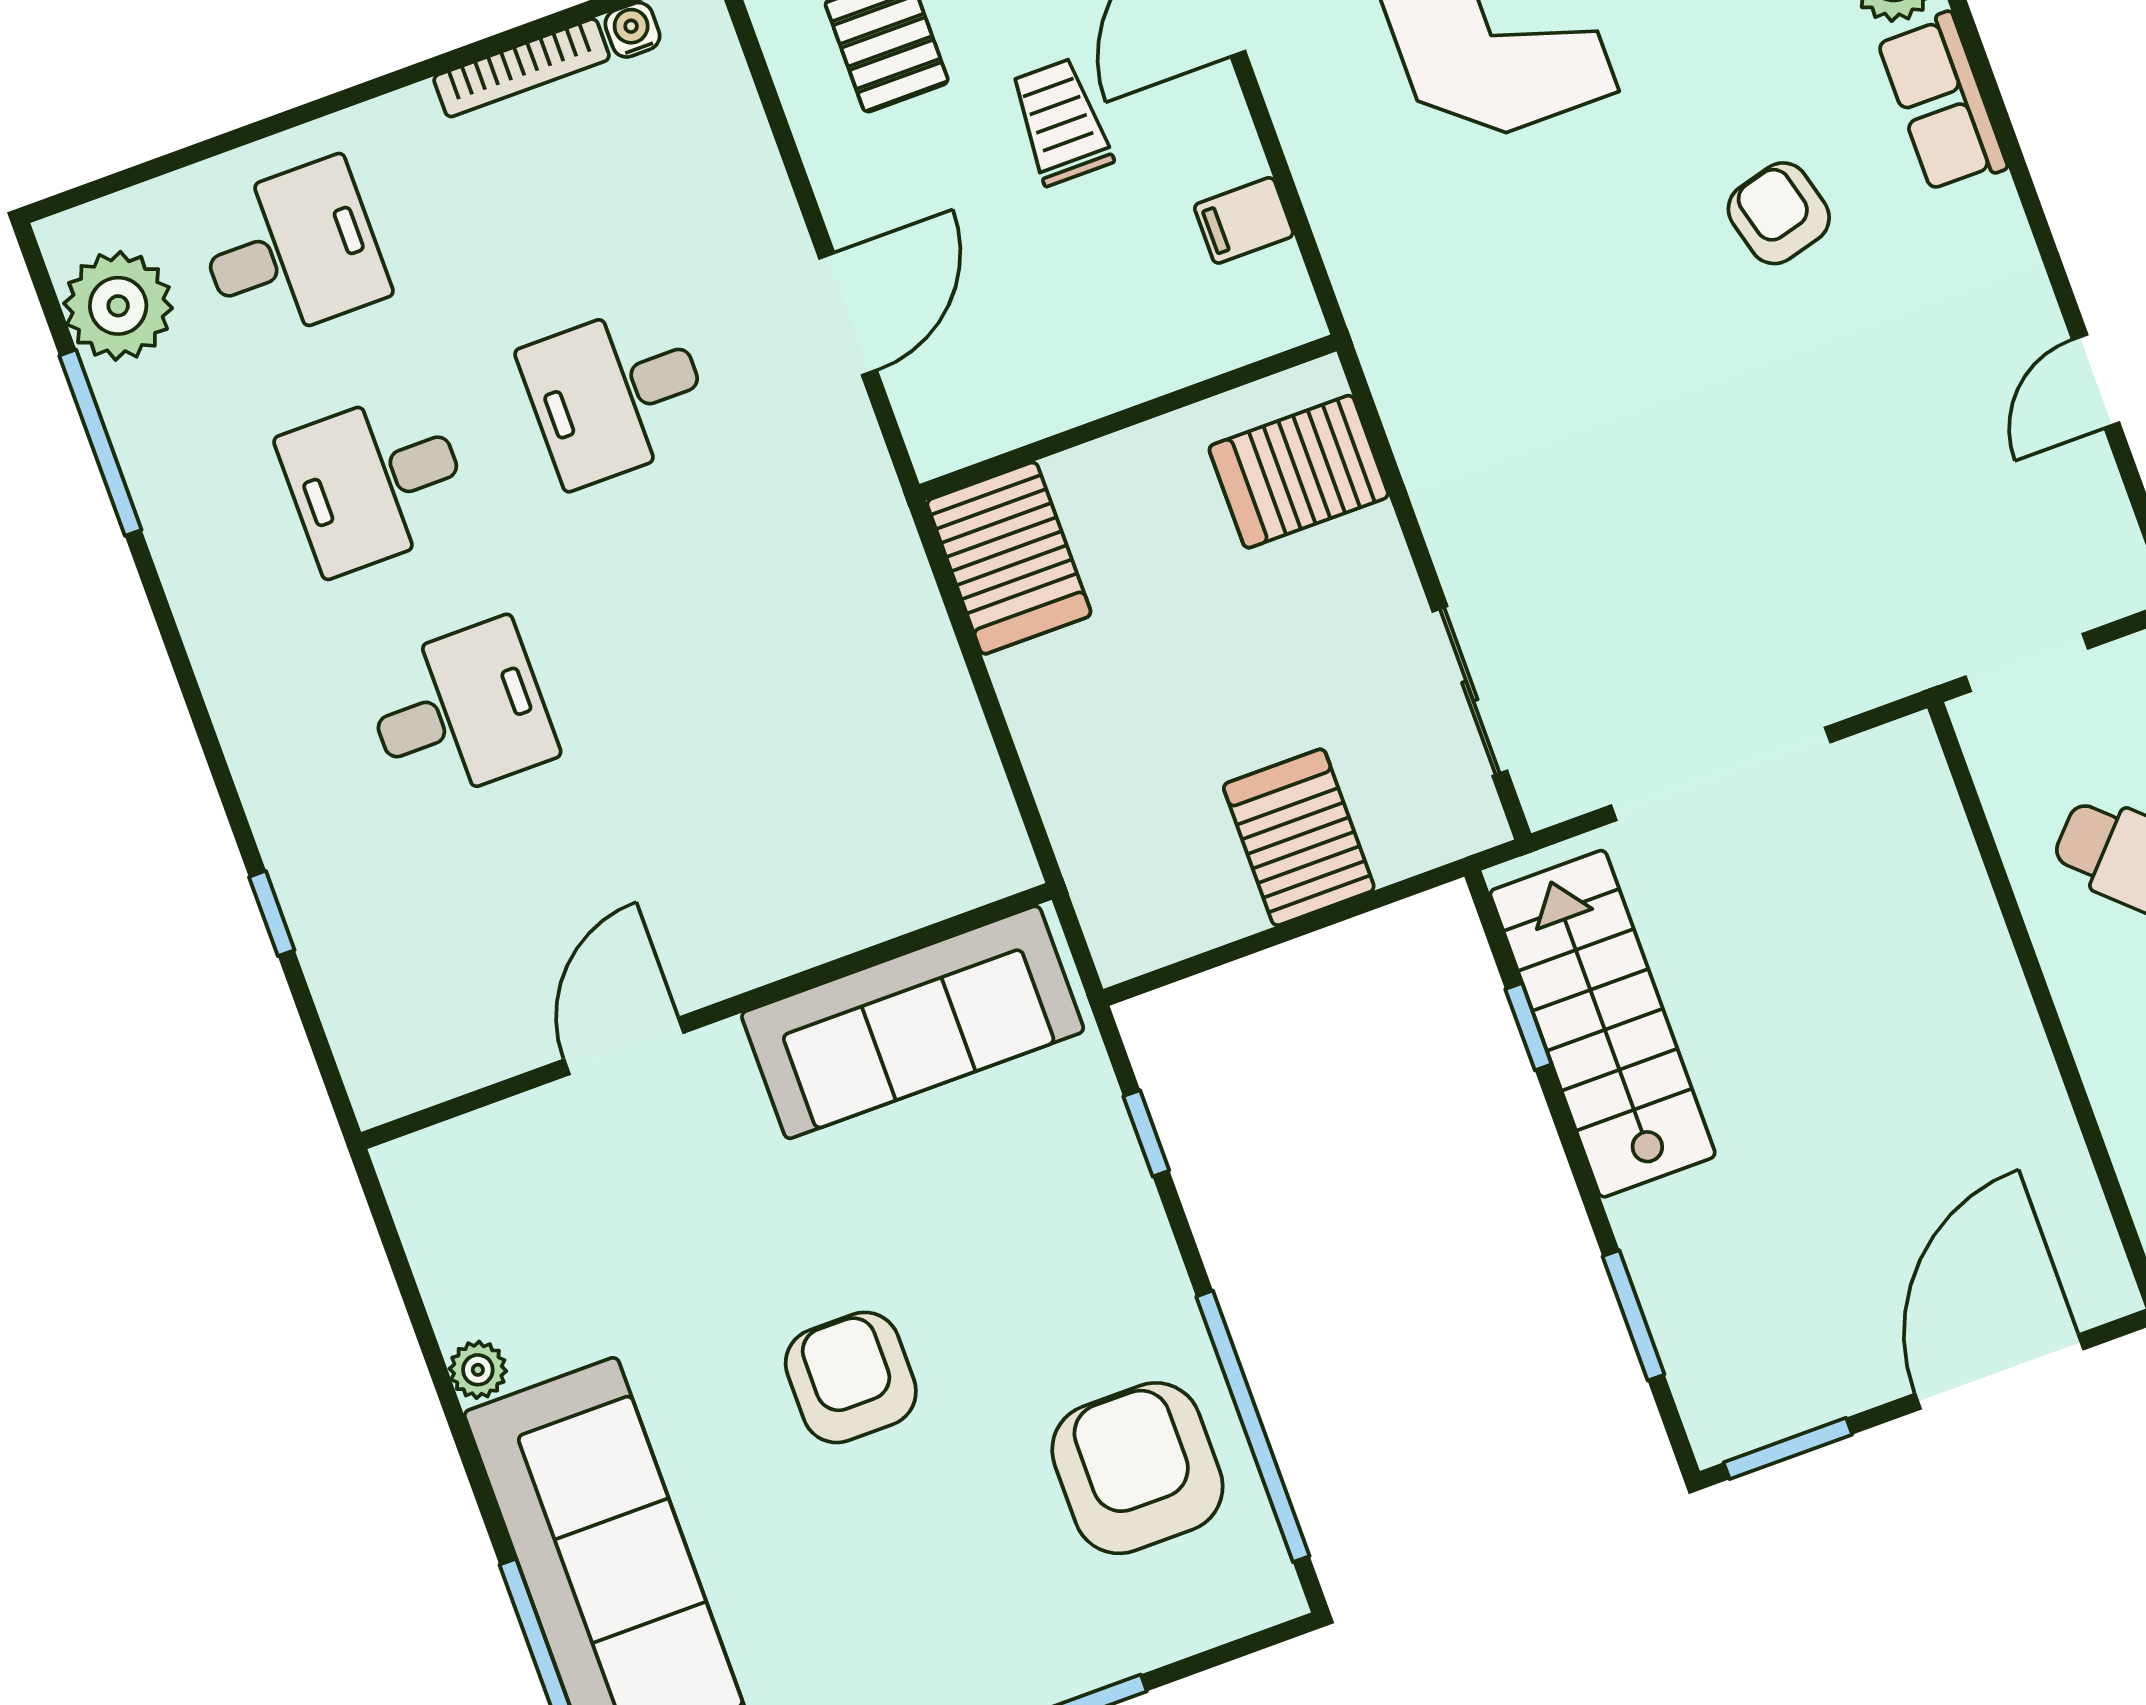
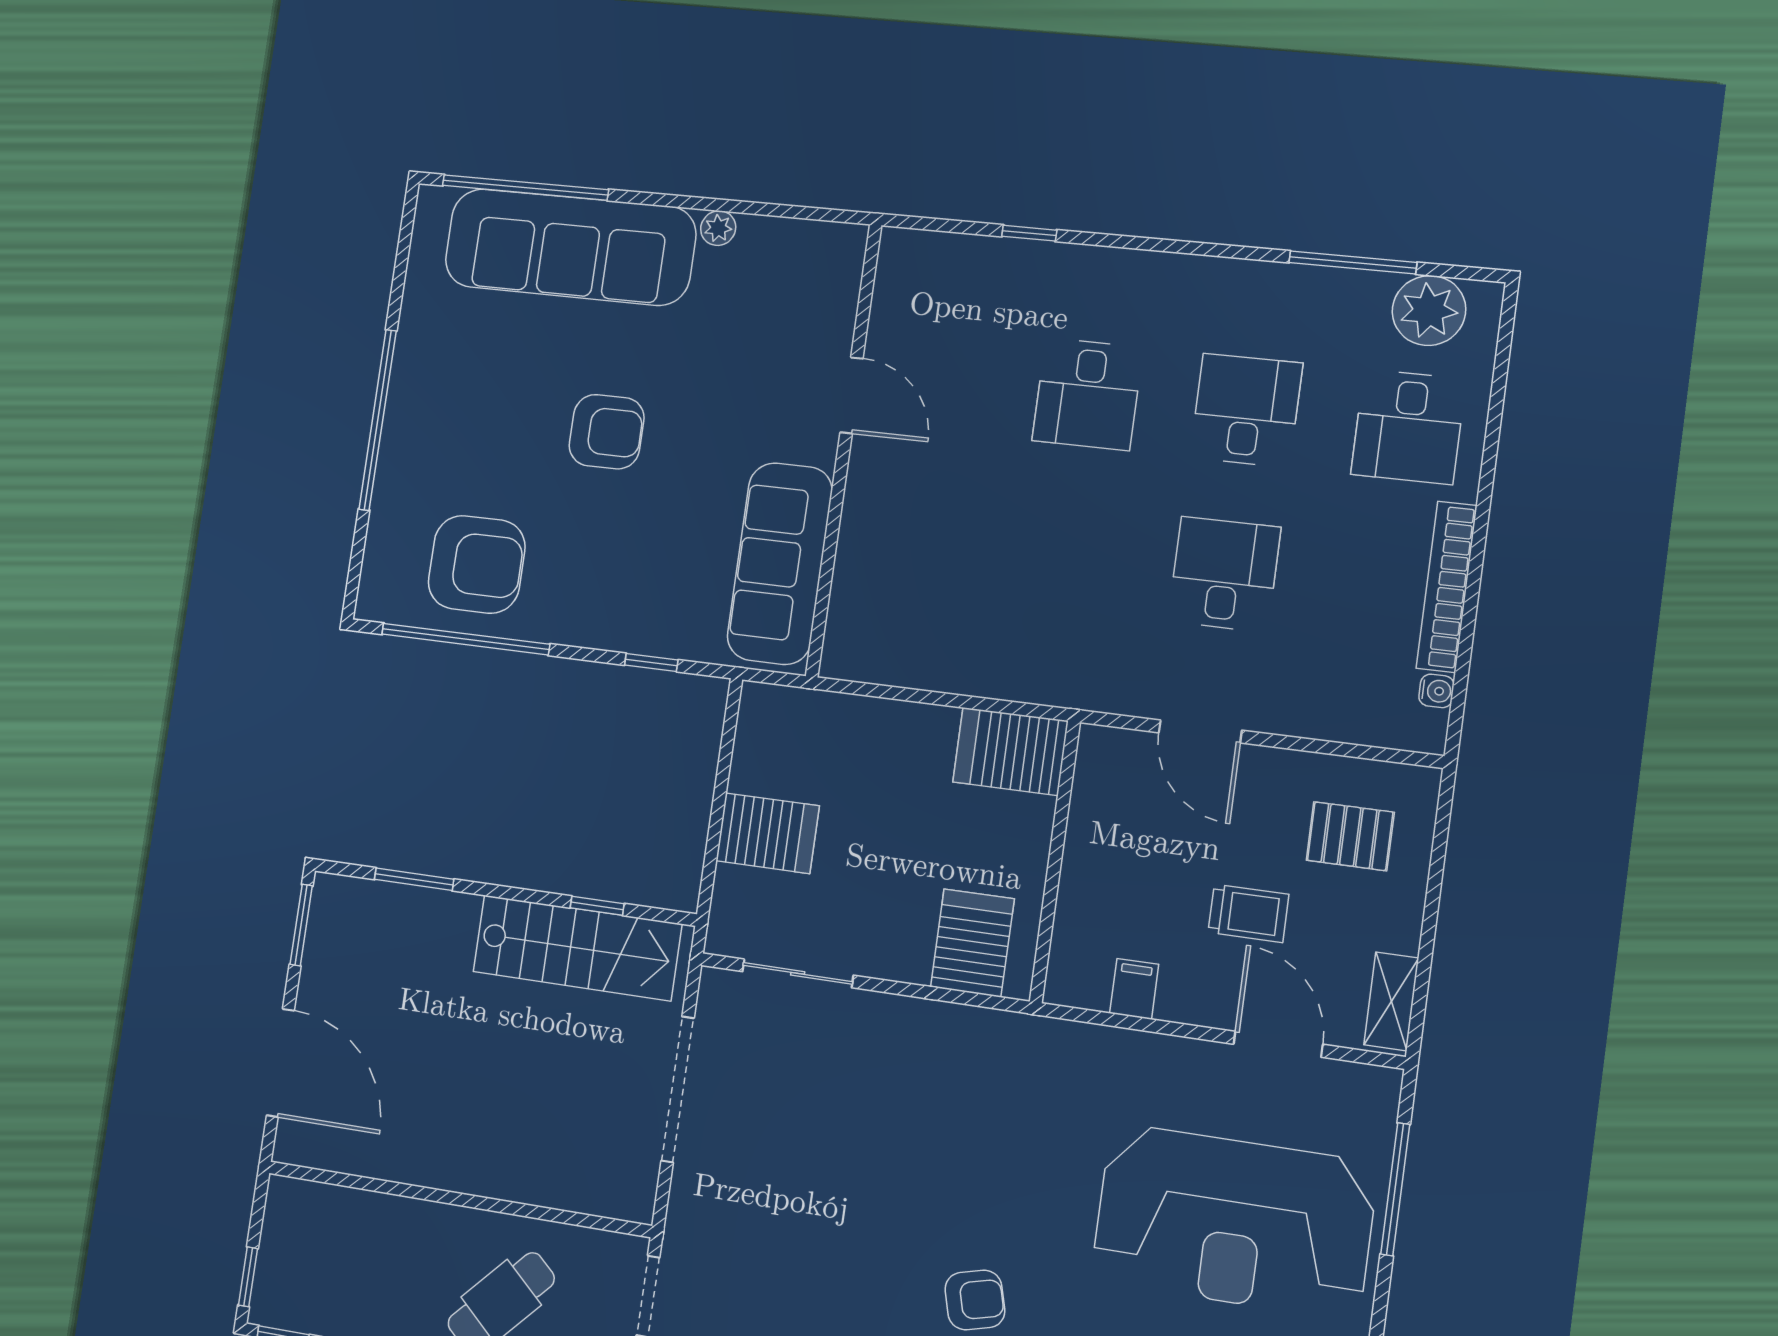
bookcase: (522, 68) -> (1447, 587), width x1.48, depth x1.31

